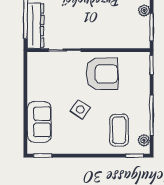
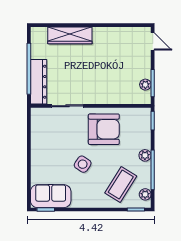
plant: (144, 10) -> (145, 85), moved
plant: (144, 101) -> (145, 155), added
sofa: (39, 122) -> (51, 196), moved, turned -90
coffee table: (119, 130) -> (121, 185), turned 32

